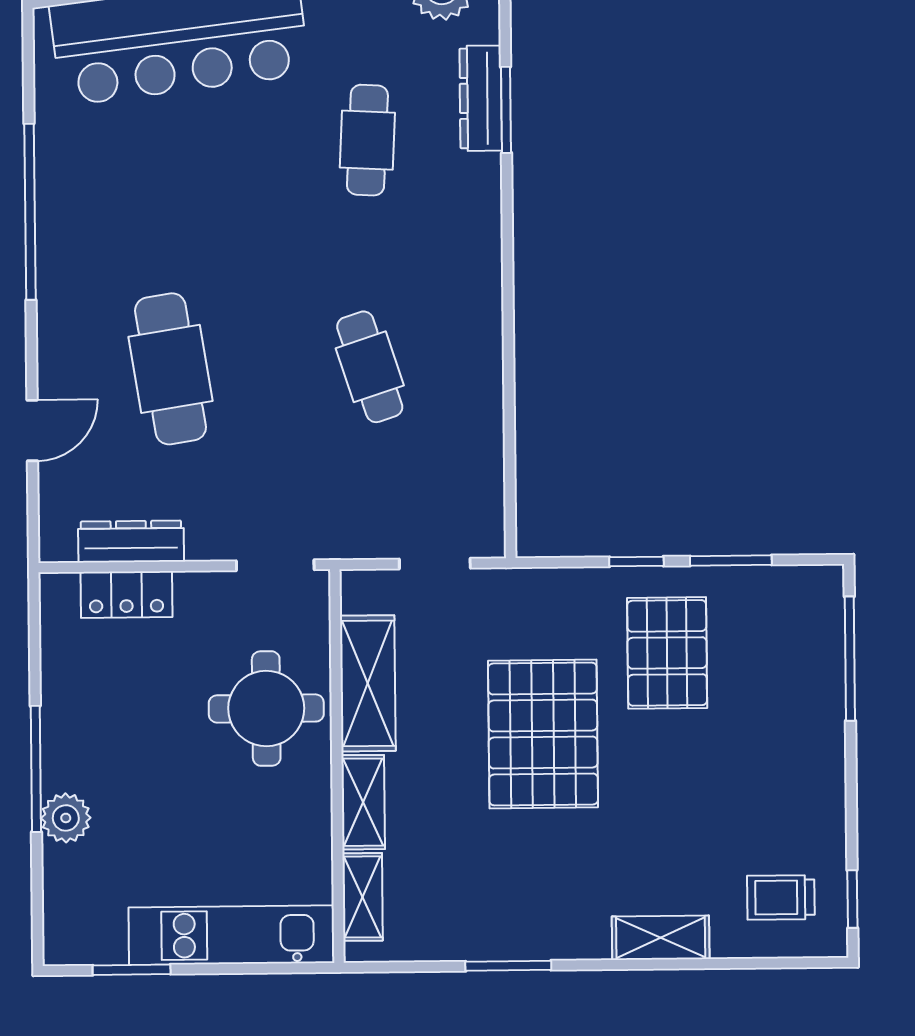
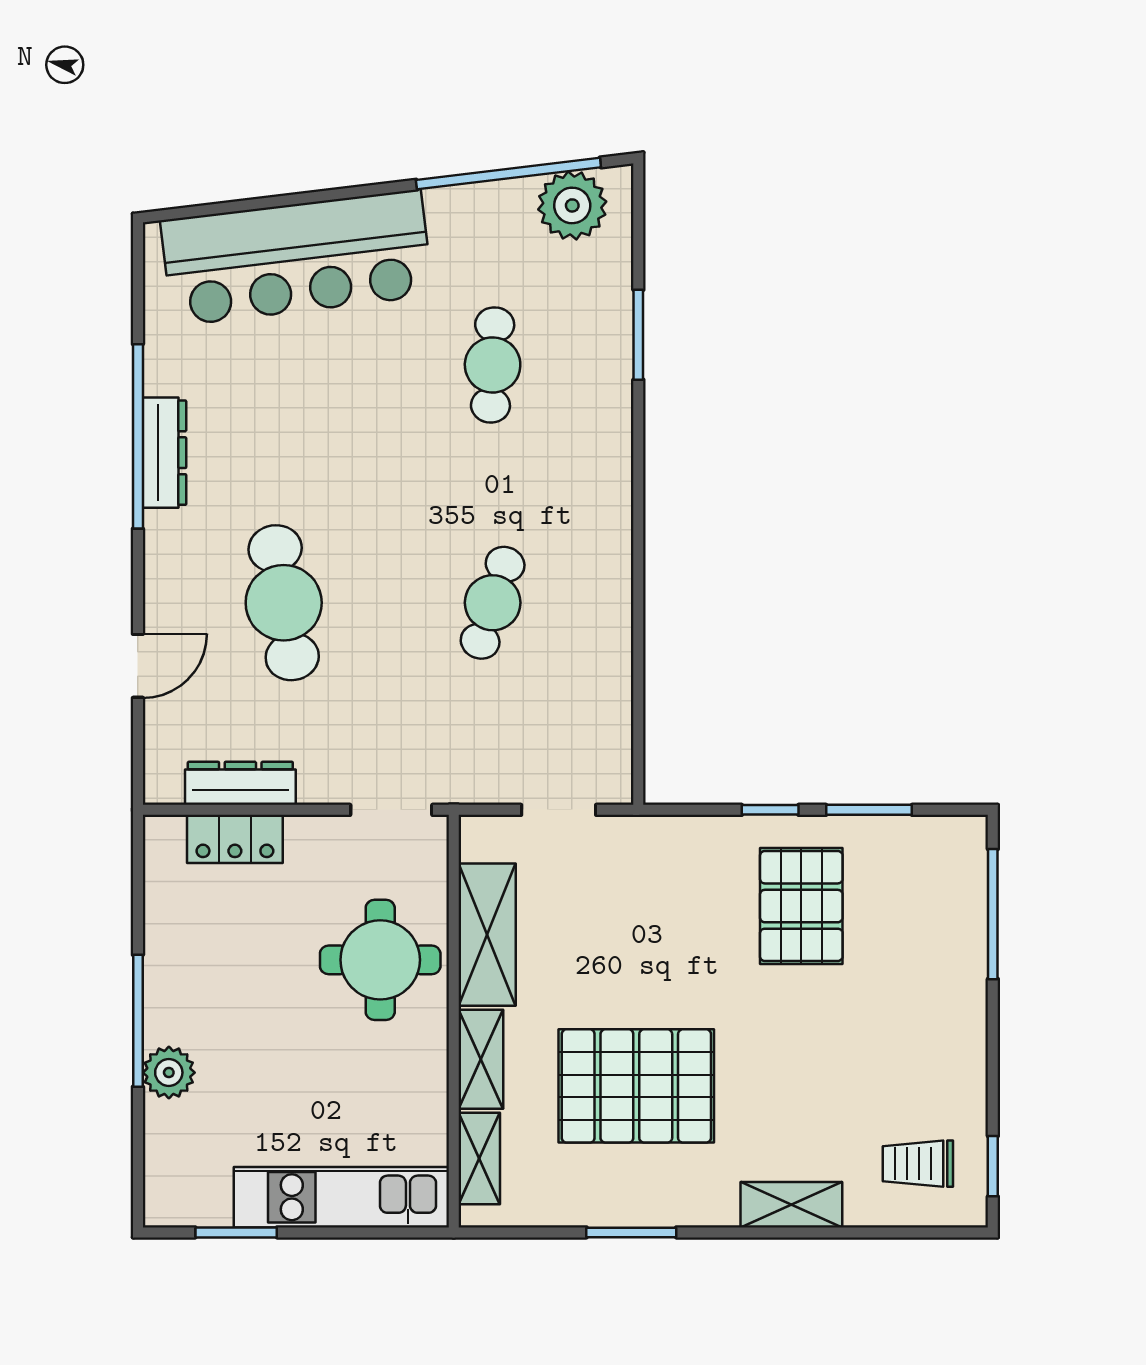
dresser: (481, 98) -> (164, 453), moved, turned 180
cafe table: (370, 367) -> (493, 603), turned 36
pallet: (543, 734) -> (636, 1086), moved, turned 90

